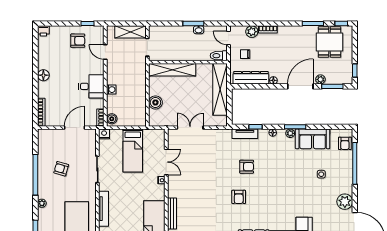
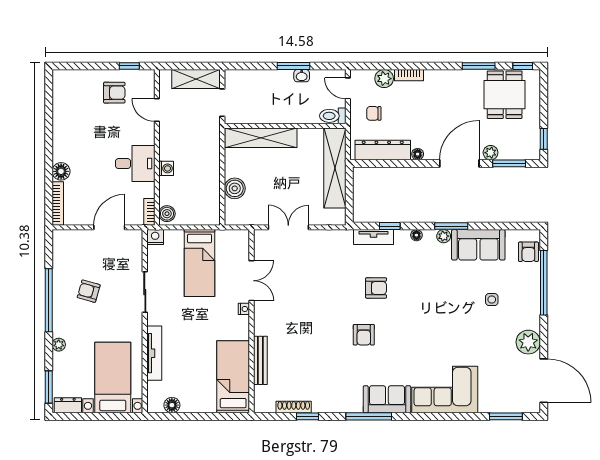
printer: (43, 31) -> (61, 77), removed
floor lamp: (43, 75) -> (61, 171), moved

